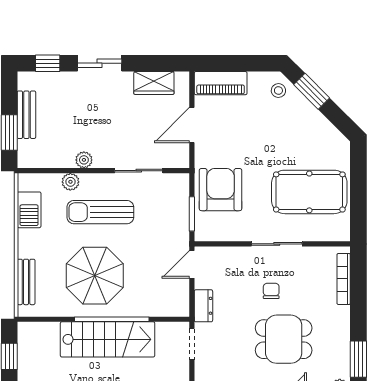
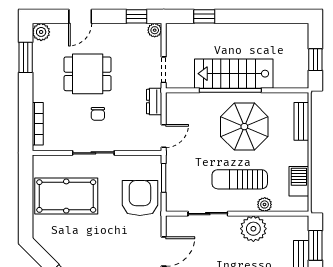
plant: (84, 160) -> (253, 229), width x1.88, depth x1.88
armchair: (221, 190) -> (140, 198), turned 180
sun lounger: (100, 212) -> (240, 179), turned 180

